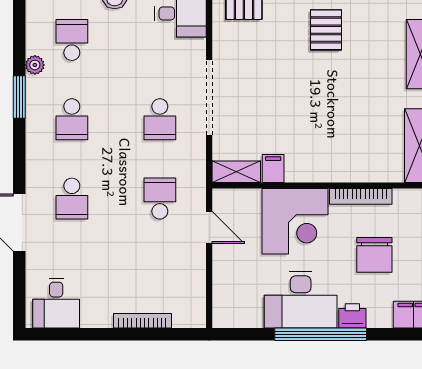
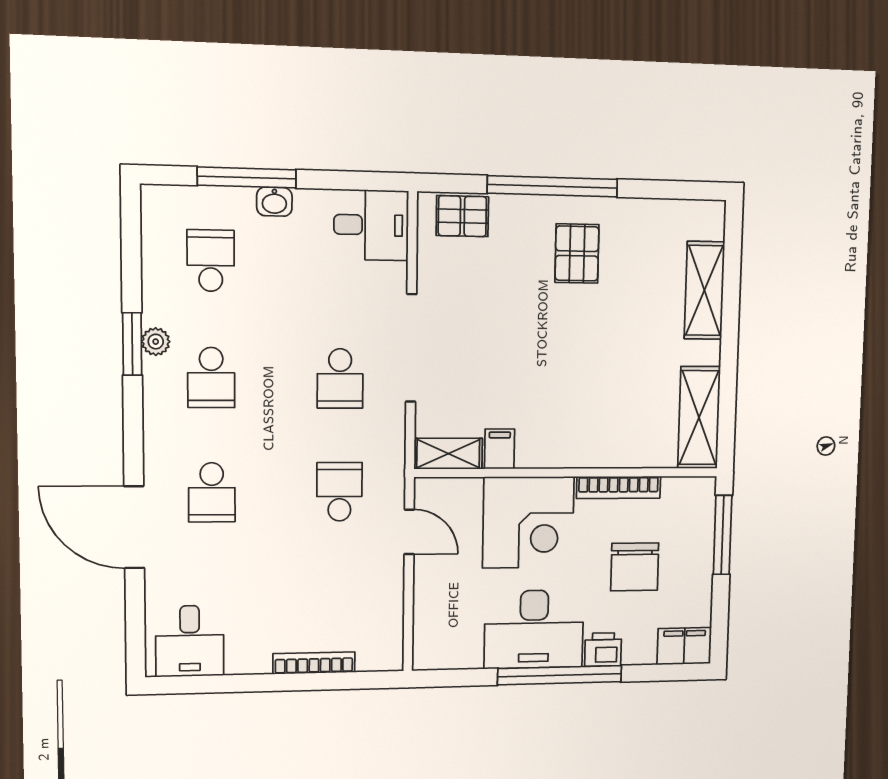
plant: (35, 65) -> (156, 342), moved

